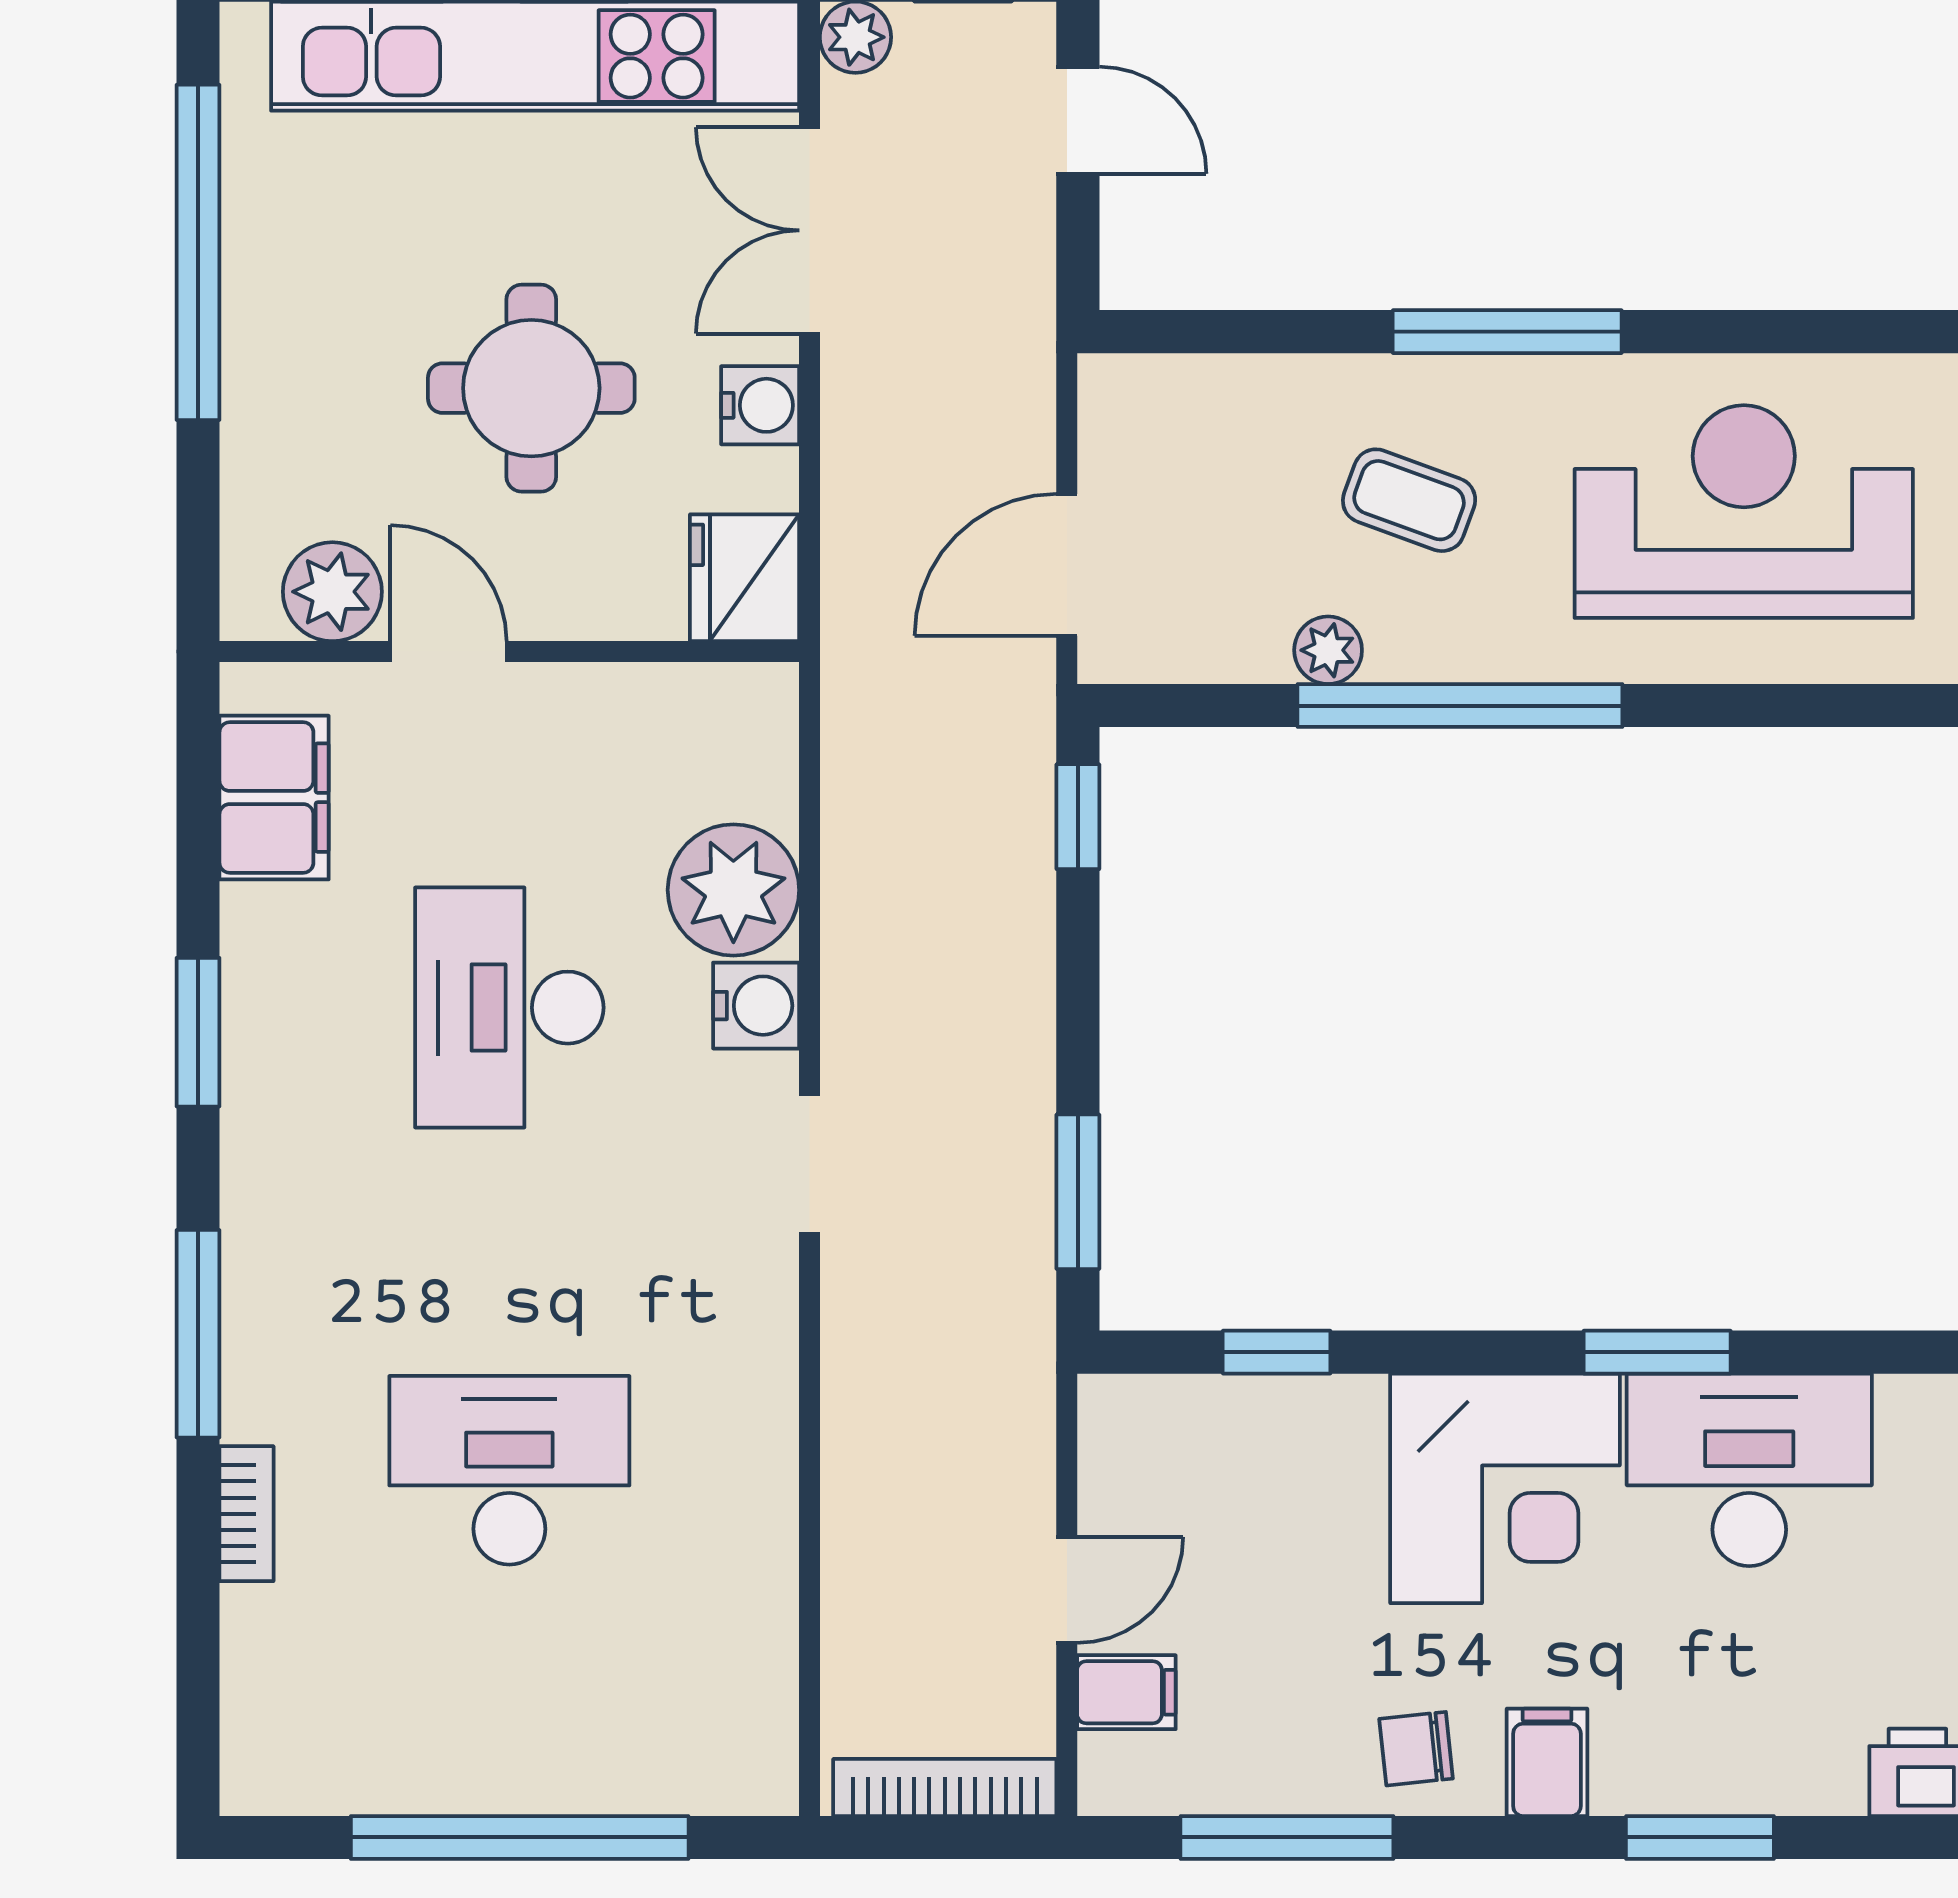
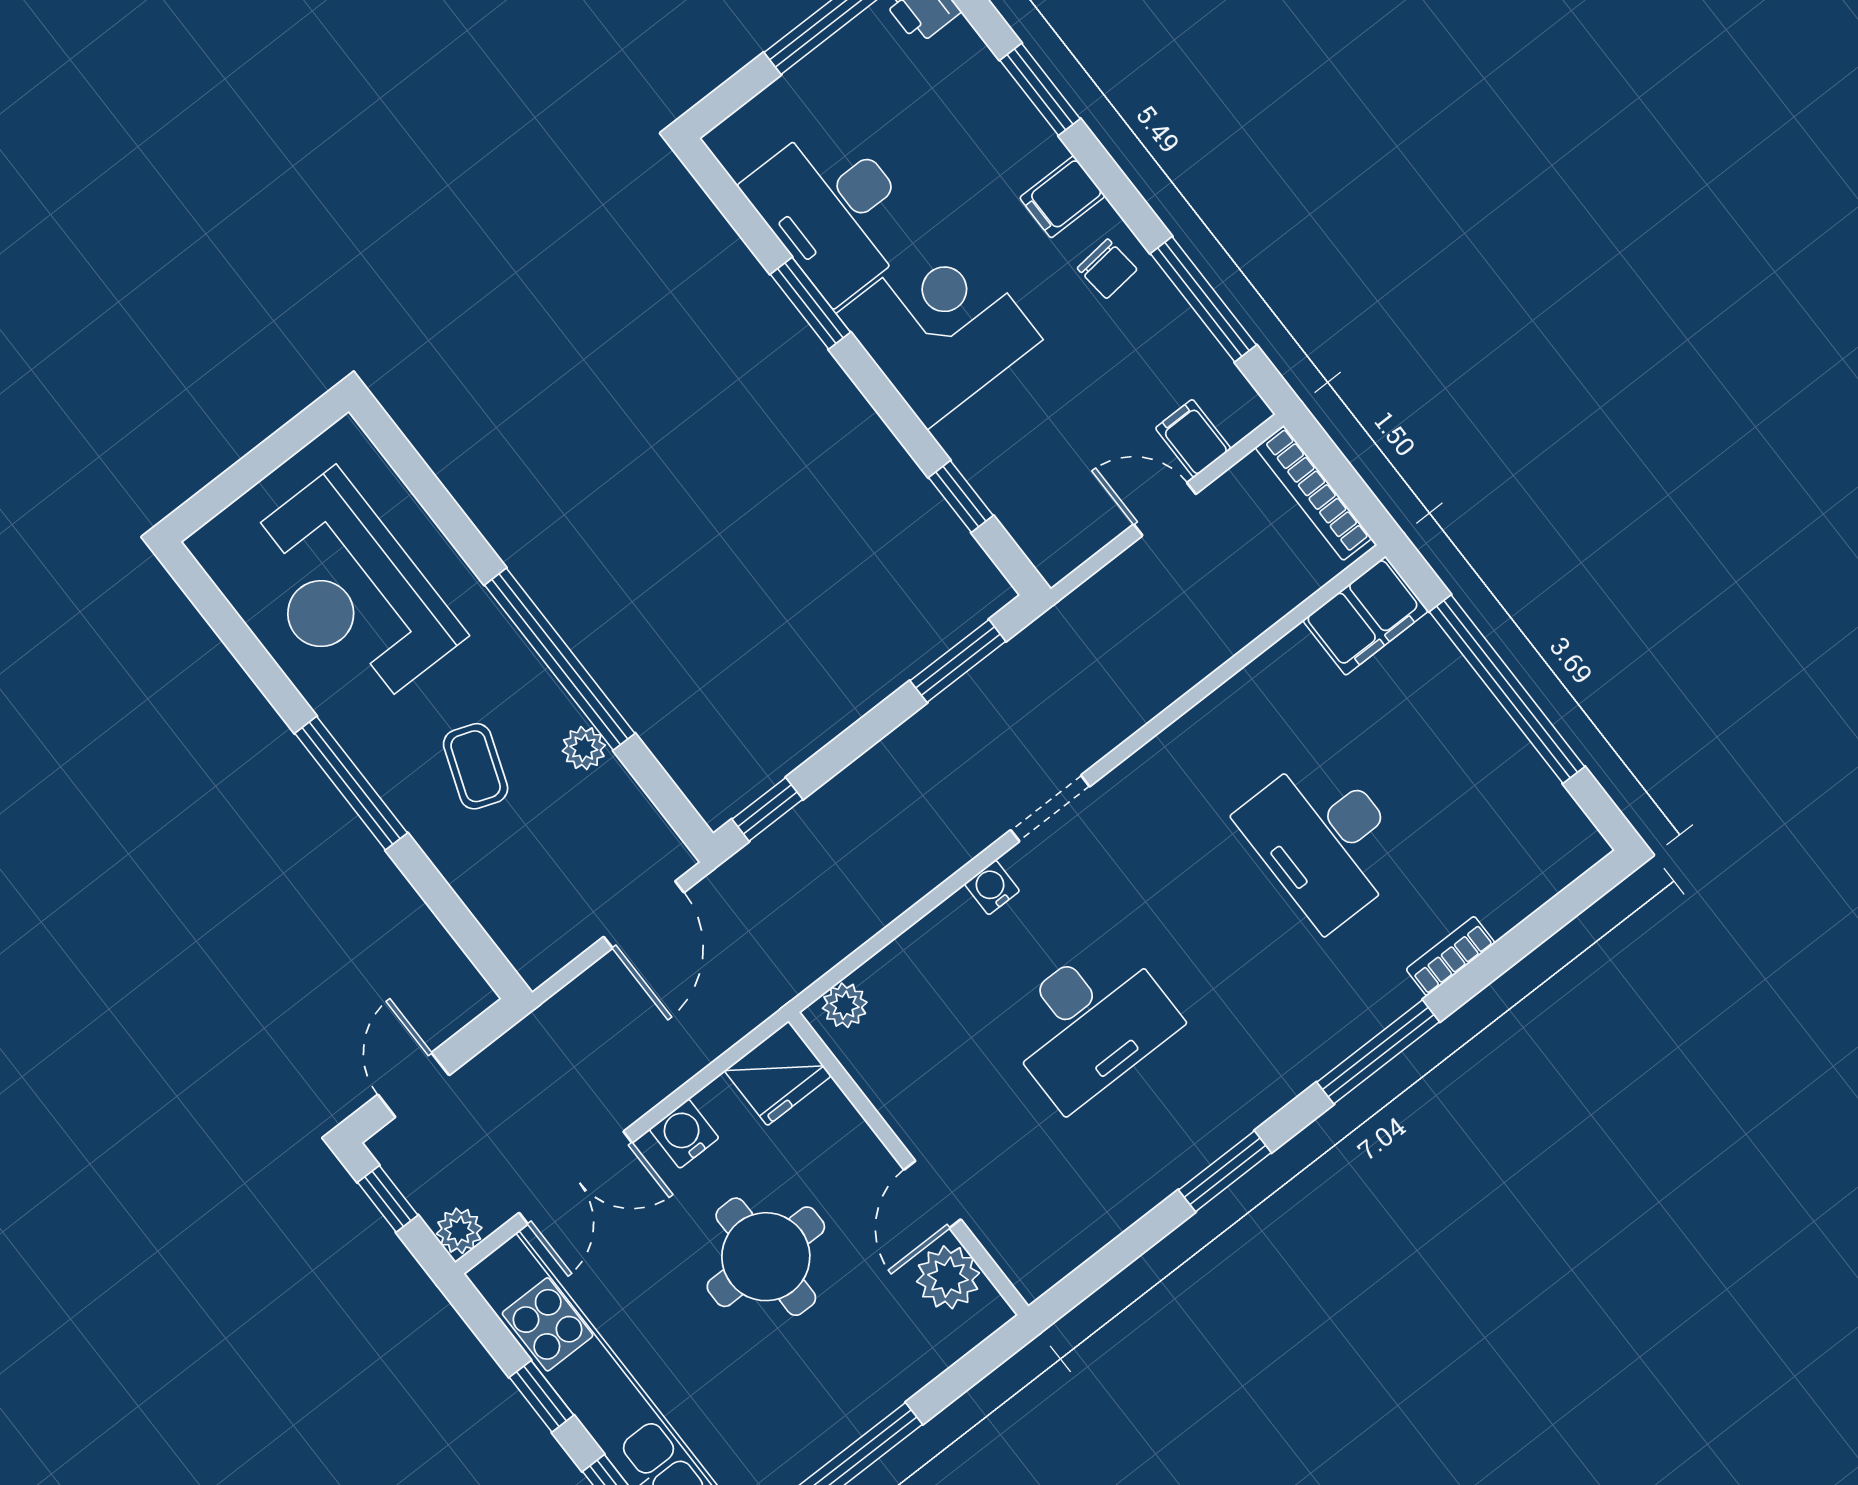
door: (1067, 565) -> (644, 915), hinge flipped
filing cabinet: (274, 798) -> (1365, 616), moved, turned 180
plant: (733, 890) -> (845, 1005), moved, width x0.53, depth x0.53
water cooler: (756, 1006) -> (992, 887), width x0.72, depth x0.72

